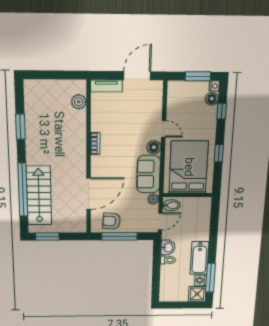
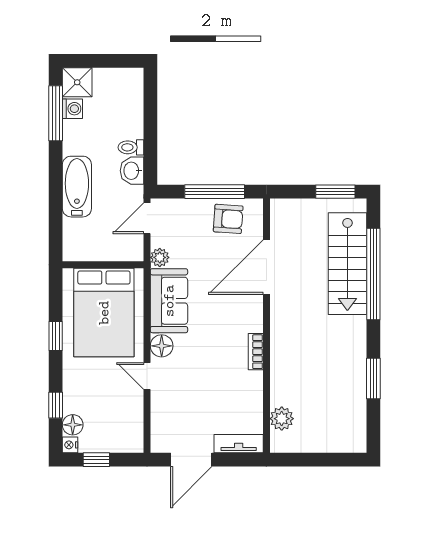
window: (198, 76) -> (96, 460), width x0.67
bidet: (171, 205) -> (129, 247), removed
bathtub: (200, 258) -> (77, 187), moved

